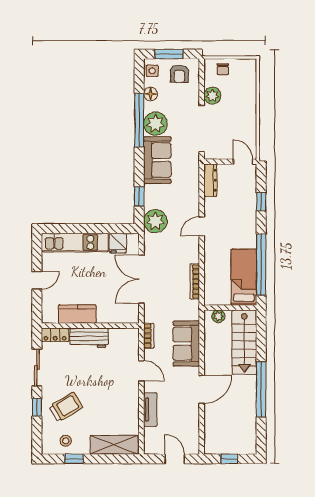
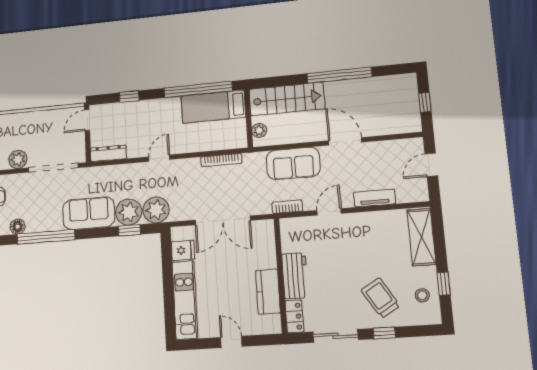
plant: (155, 124) -> (129, 212), moved
door: (202, 226) -> (159, 158), swing flipped

